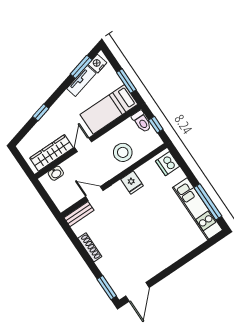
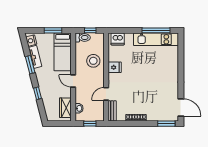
window: (81, 67) -> (30, 65), moved
wardrobe: (51, 153) -> (65, 108), width x0.67
window: (46, 198) -> (90, 124), added

